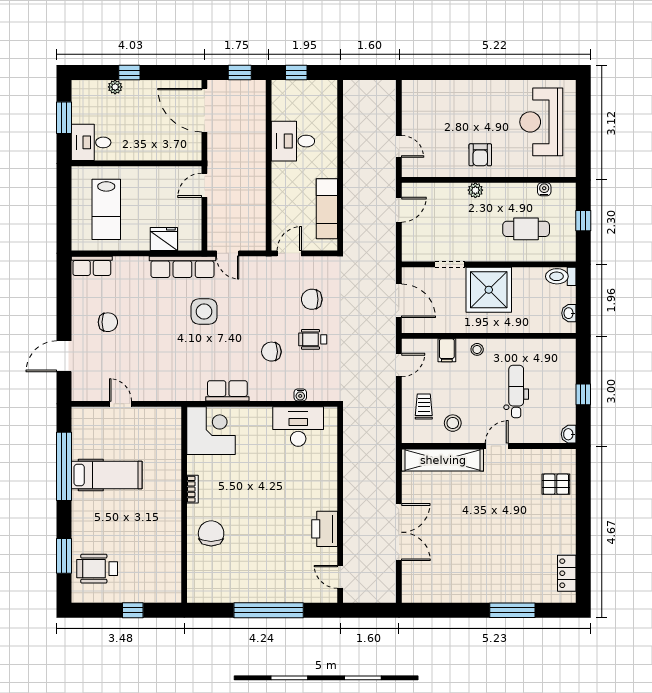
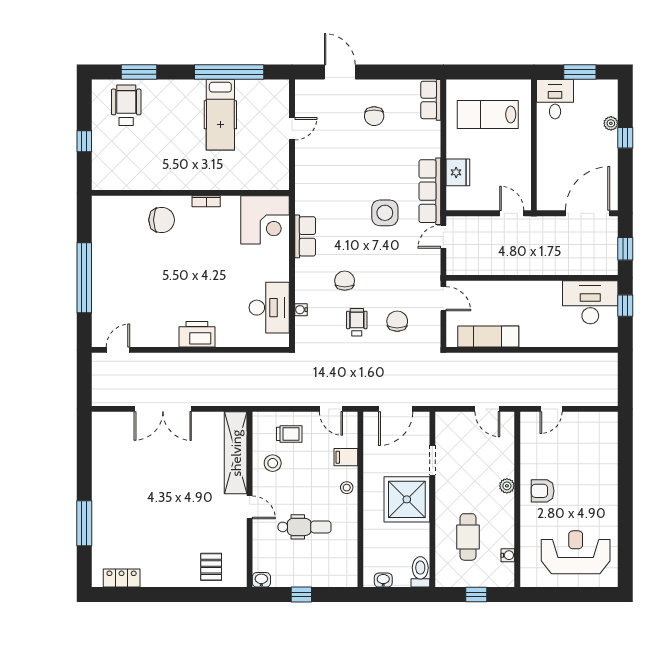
desk: (293, 141) -> (590, 302), moved, width x1.37
printer: (325, 529) -> (197, 334), moved

